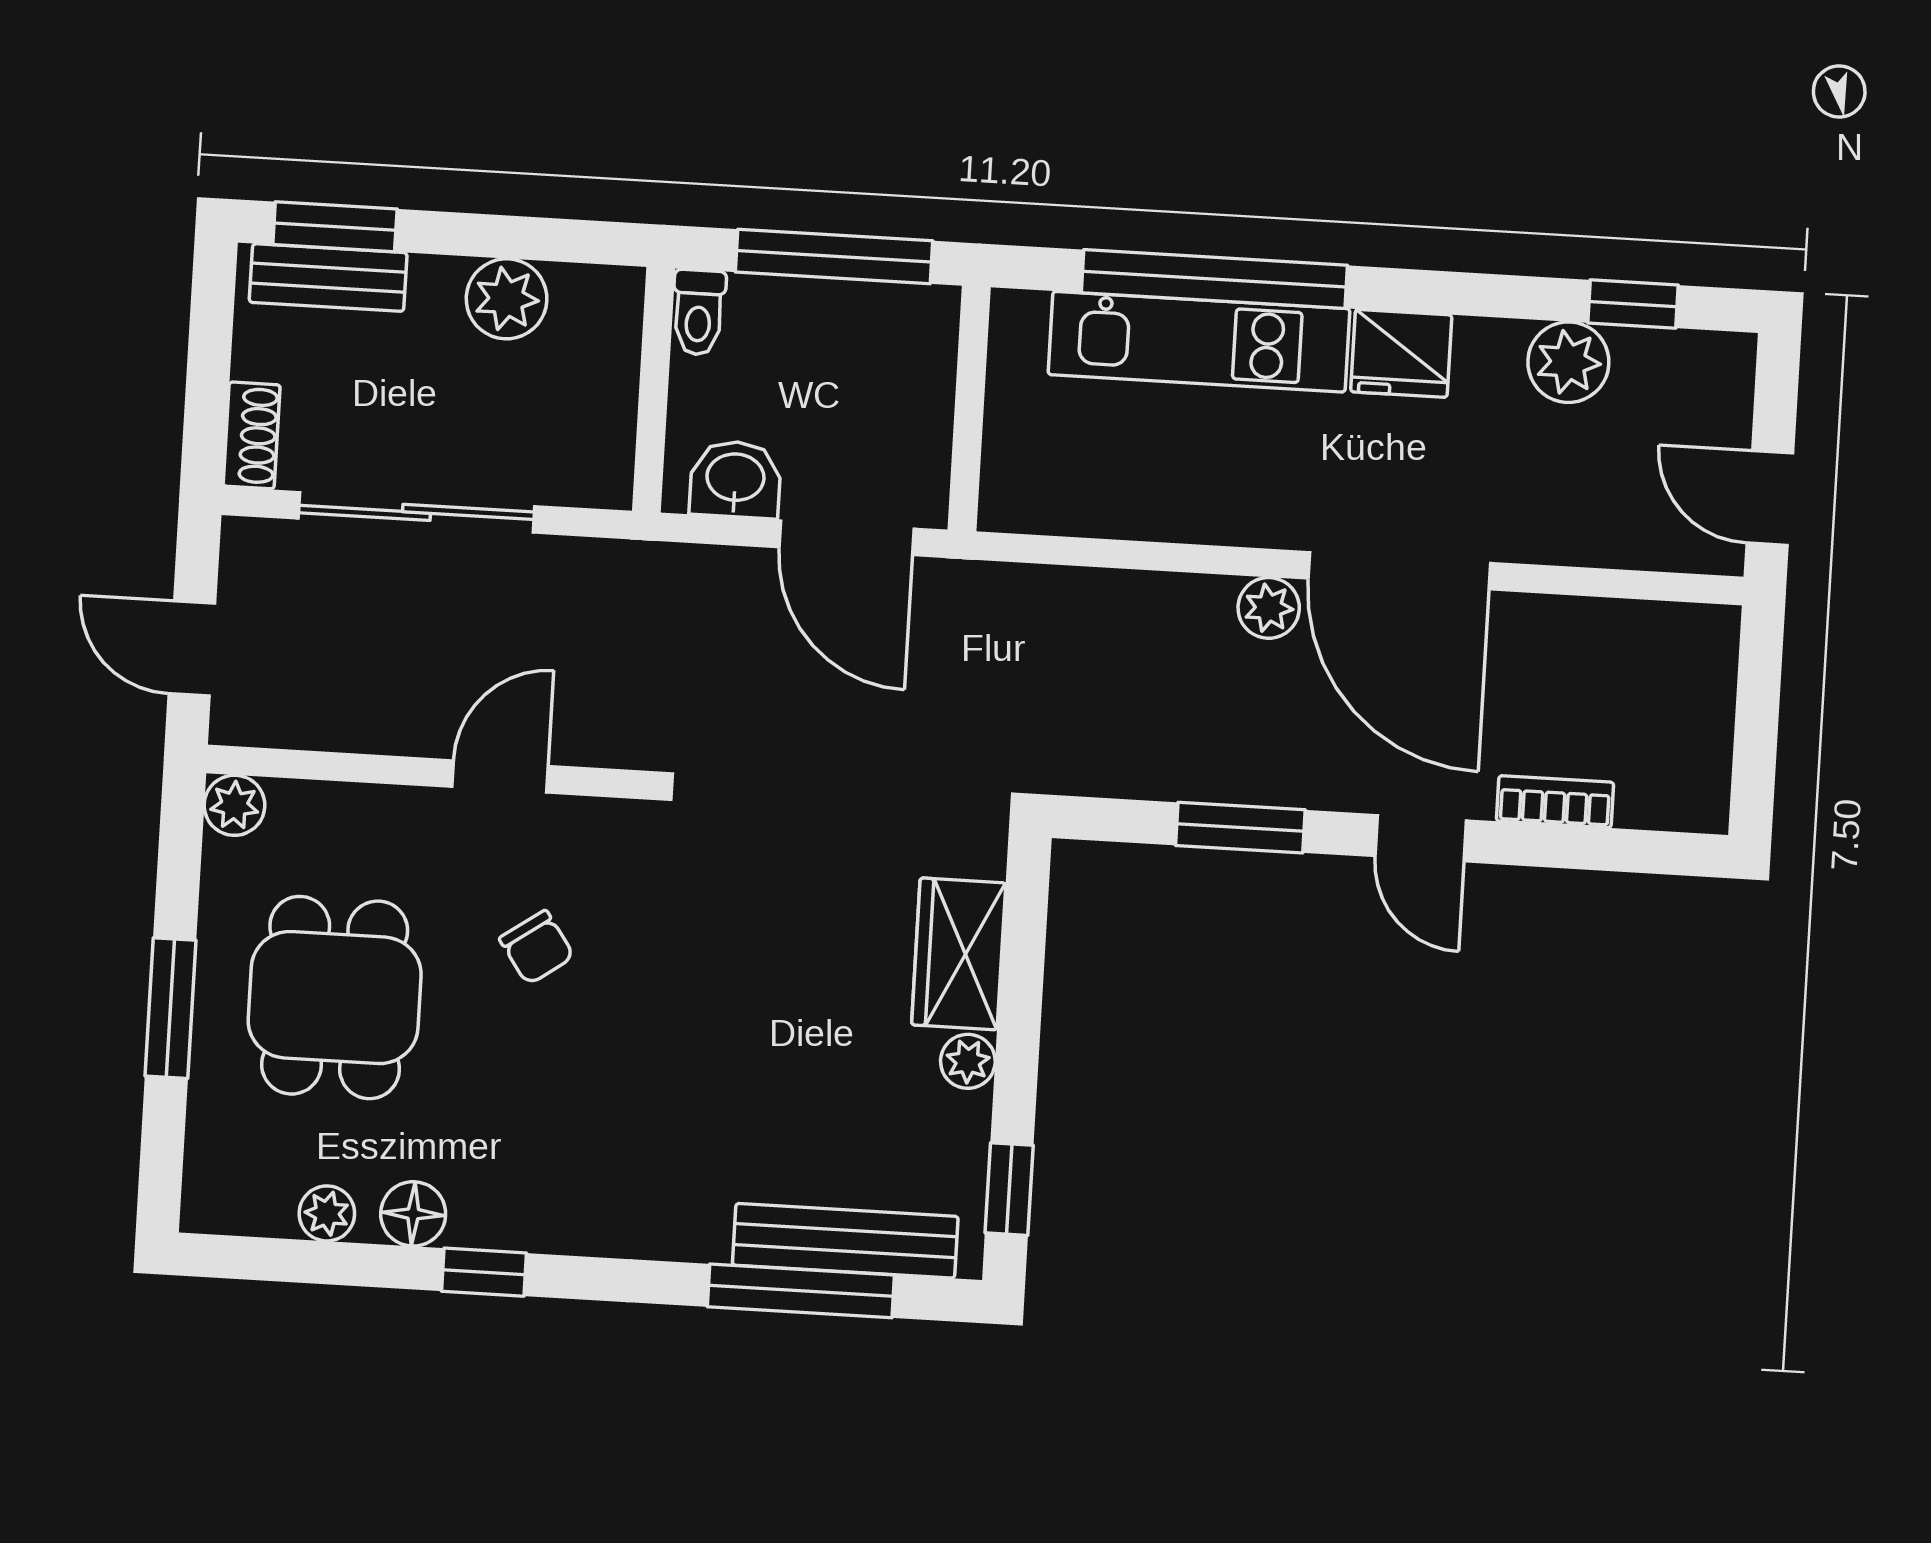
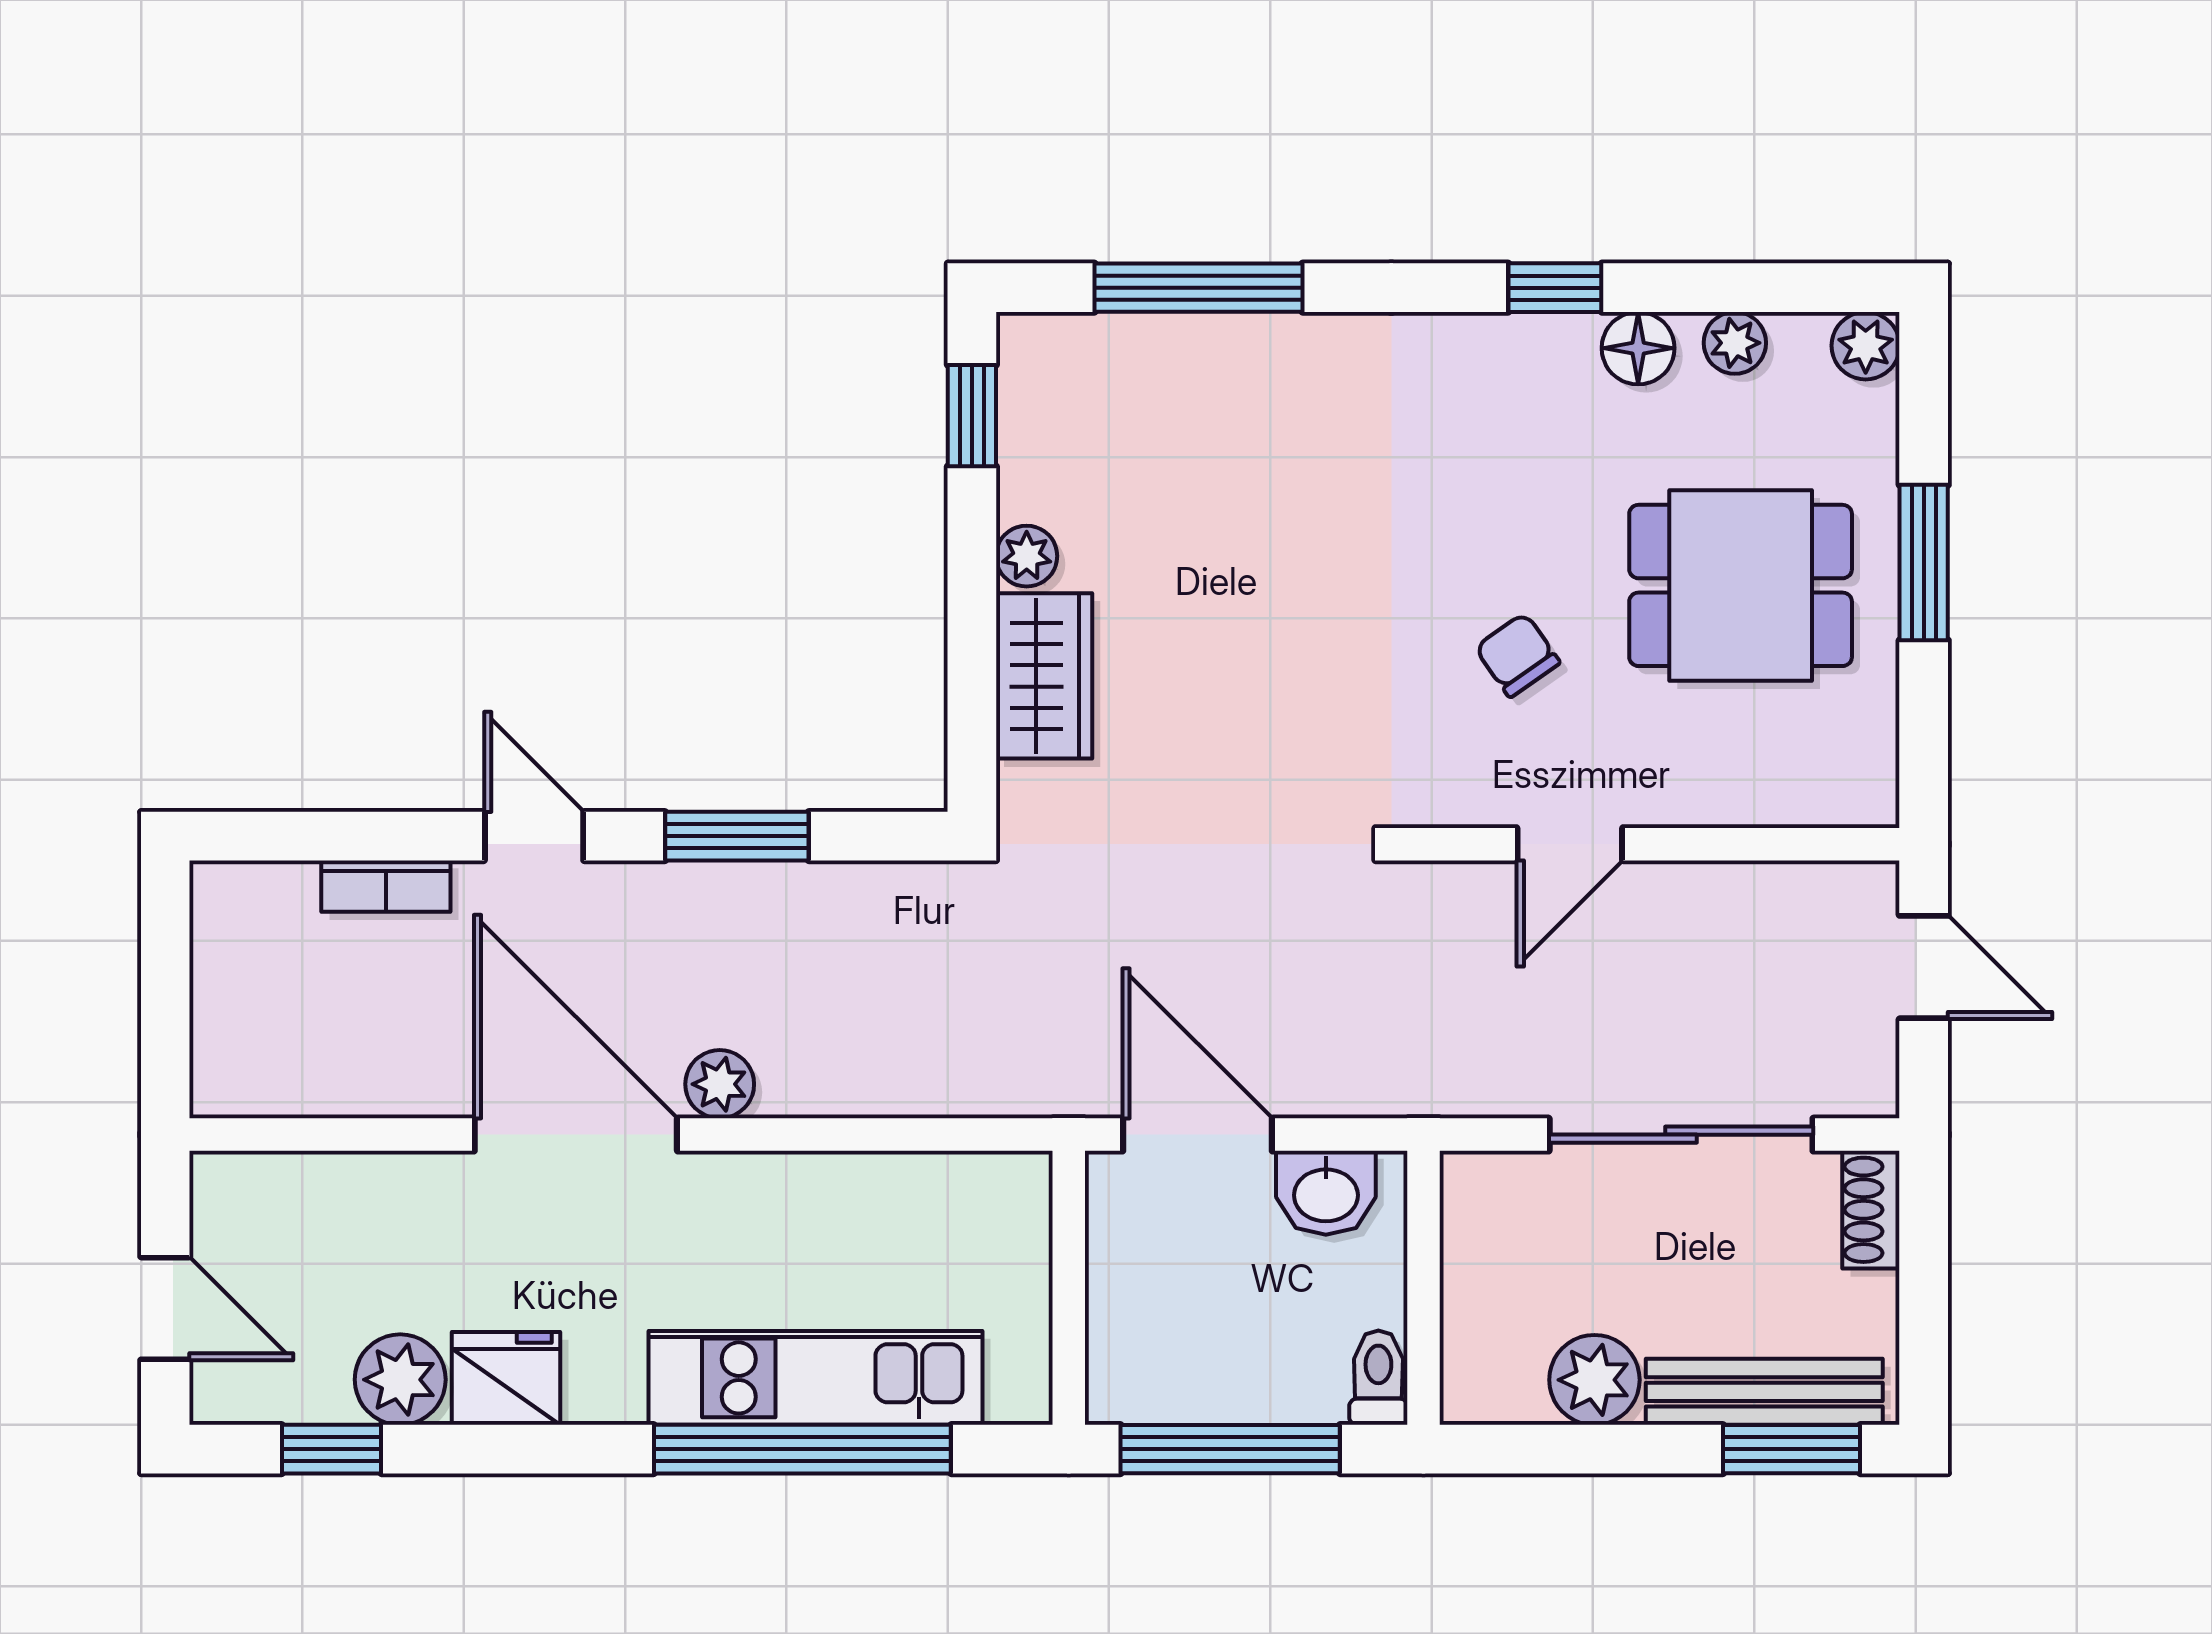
bench: (328, 278) -> (1764, 1392), width x1.36
fridge: (1401, 353) -> (506, 1378), moved
door: (1770, 498) -> (165, 1308), moved
plant: (234, 805) -> (1866, 346), moved
dining table: (335, 998) -> (1741, 585), turned 90
bench: (845, 1241) -> (1152, 347), removed

